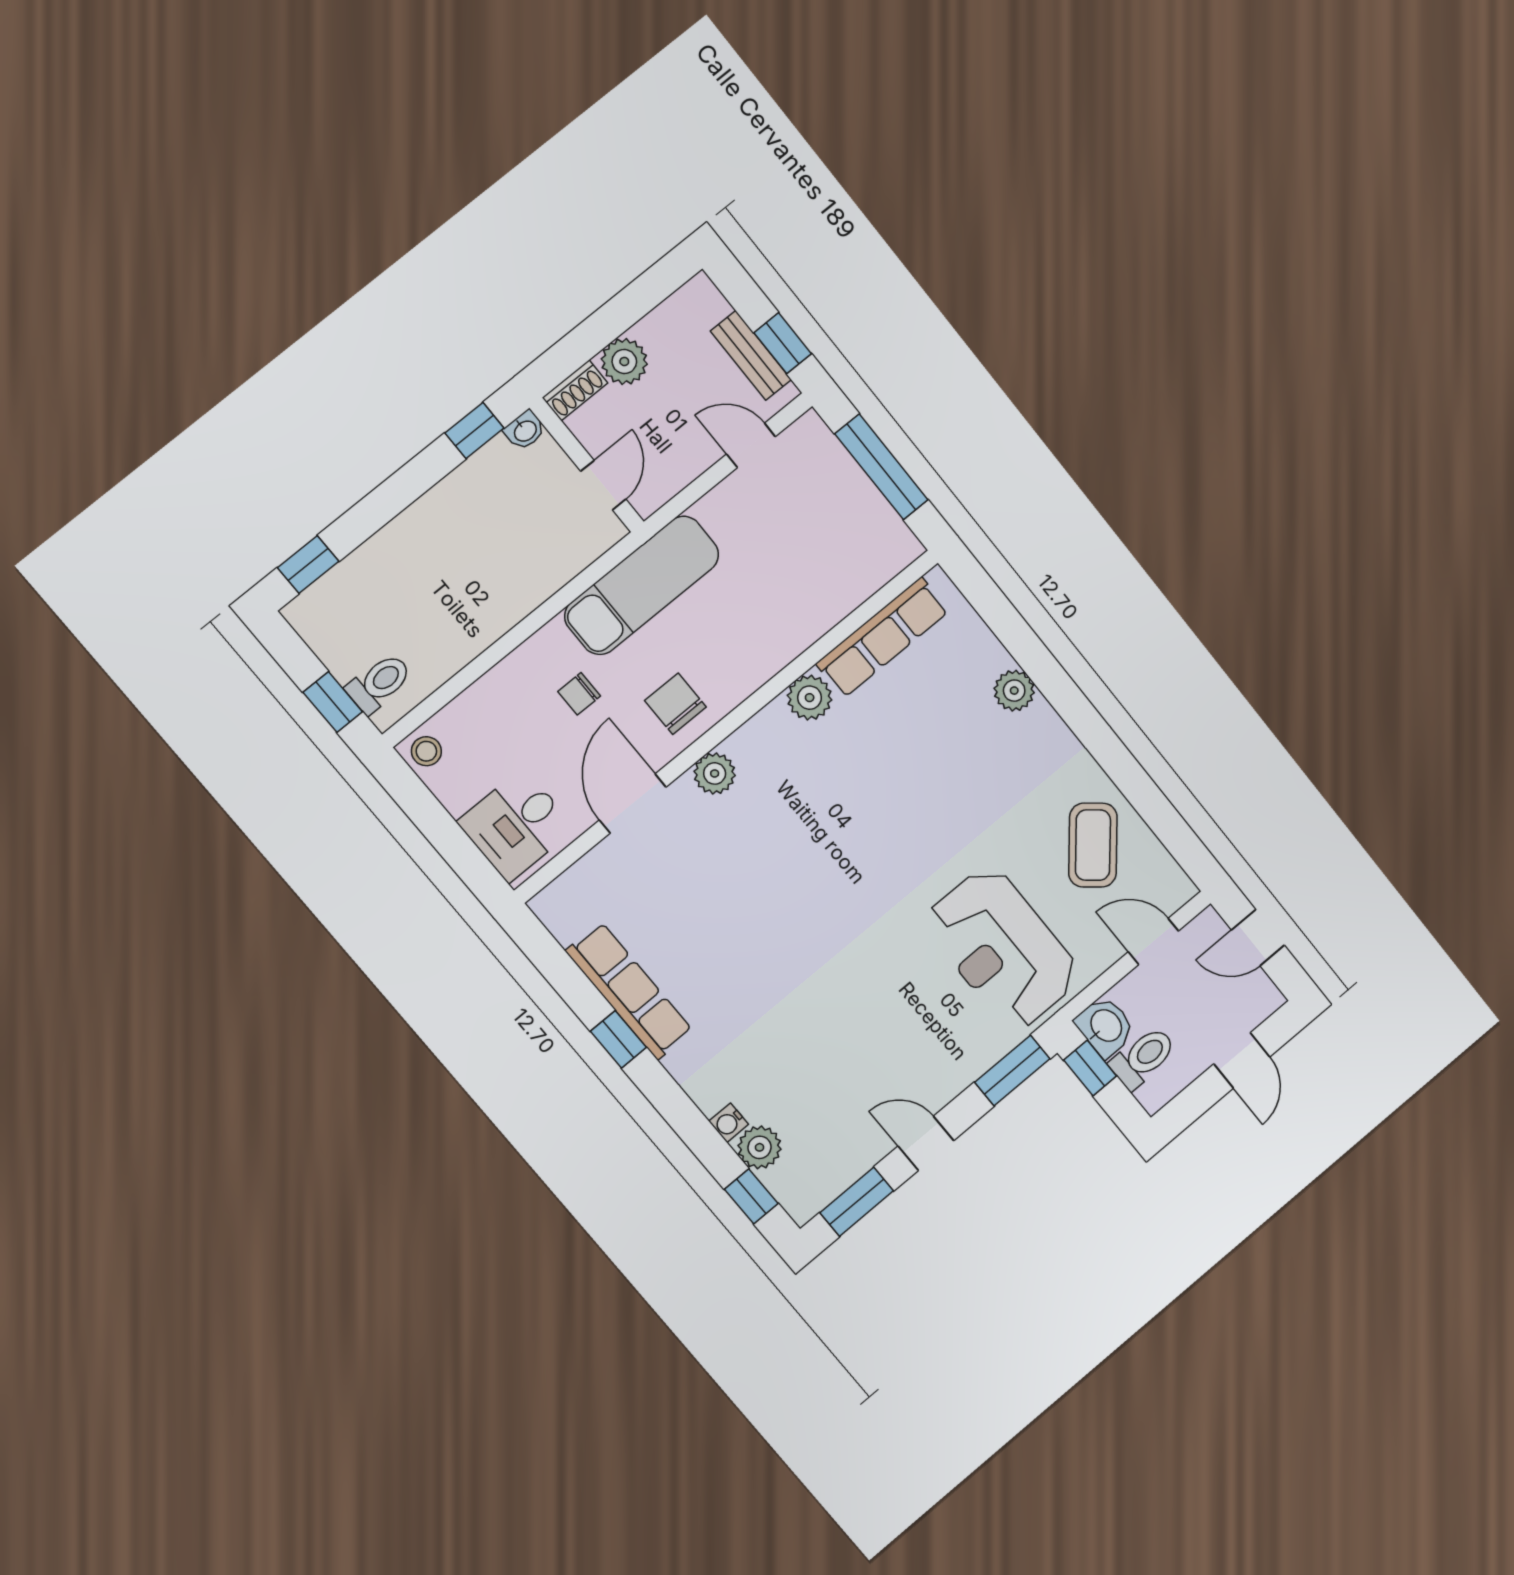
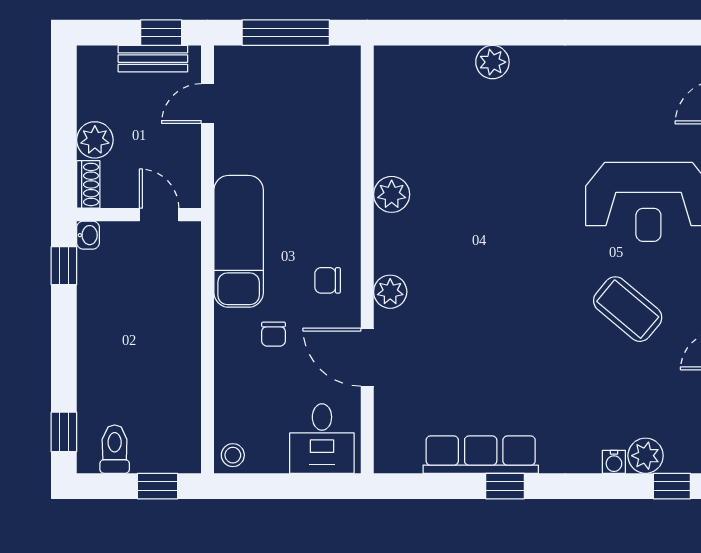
row of seats: (883, 637) -> (392, 118), removed
toilet: (379, 683) -> (115, 449), moved
chair: (675, 704) -> (328, 280), width x0.73, depth x0.73
coffee table: (1093, 845) -> (628, 309), moved

